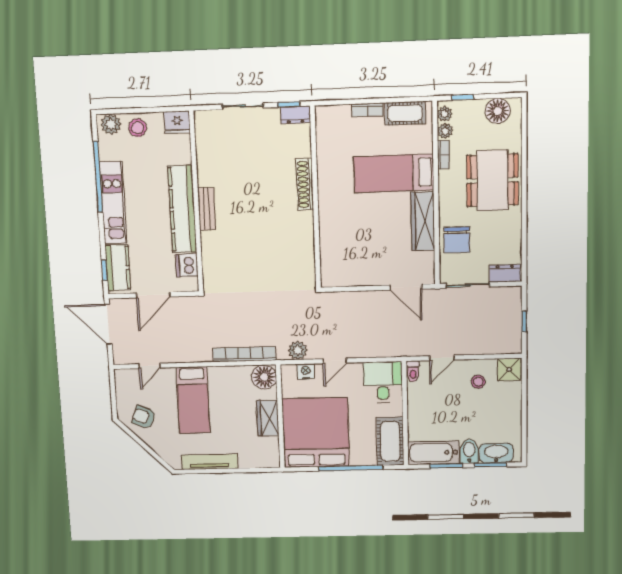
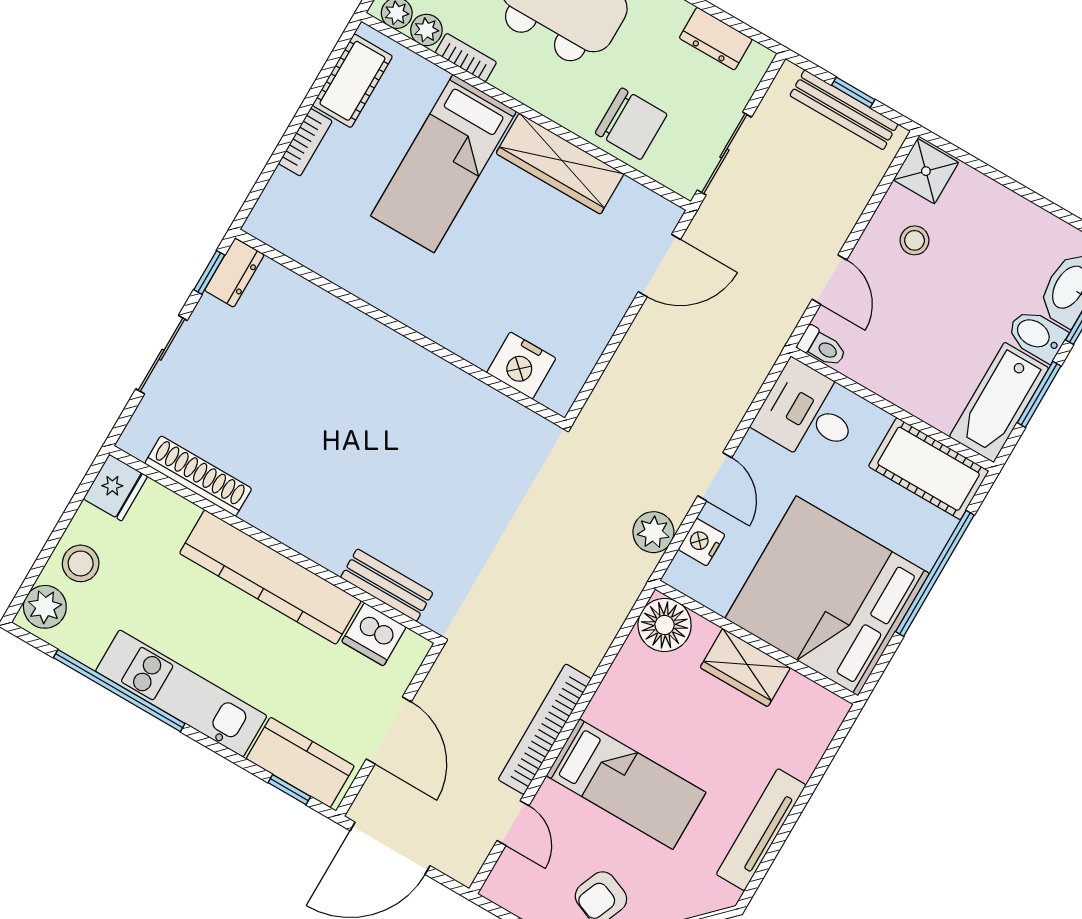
shoe rack: (305, 184) -> (198, 476), moved, turned 180
bench: (207, 209) -> (387, 585), moved
nightstand: (331, 257) -> (521, 366), added
dresser: (505, 273) -> (716, 39), moved, turned -90
bench: (515, 322) -> (844, 110), added
bookcase: (244, 354) -> (545, 729), moved

